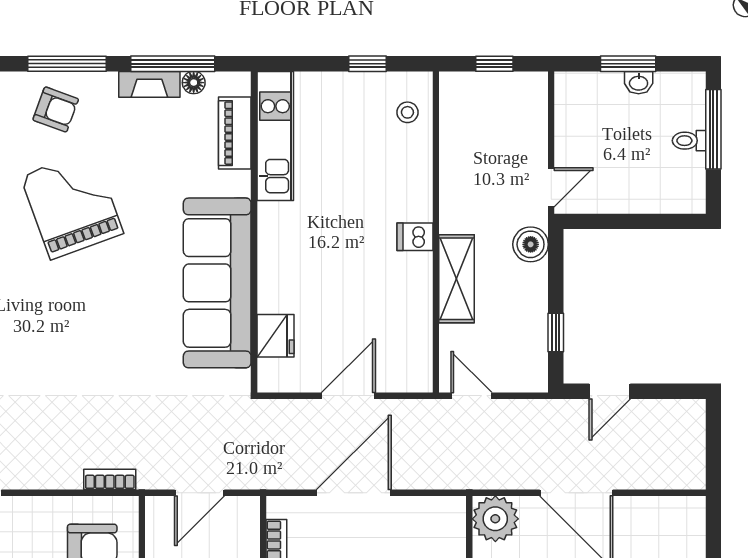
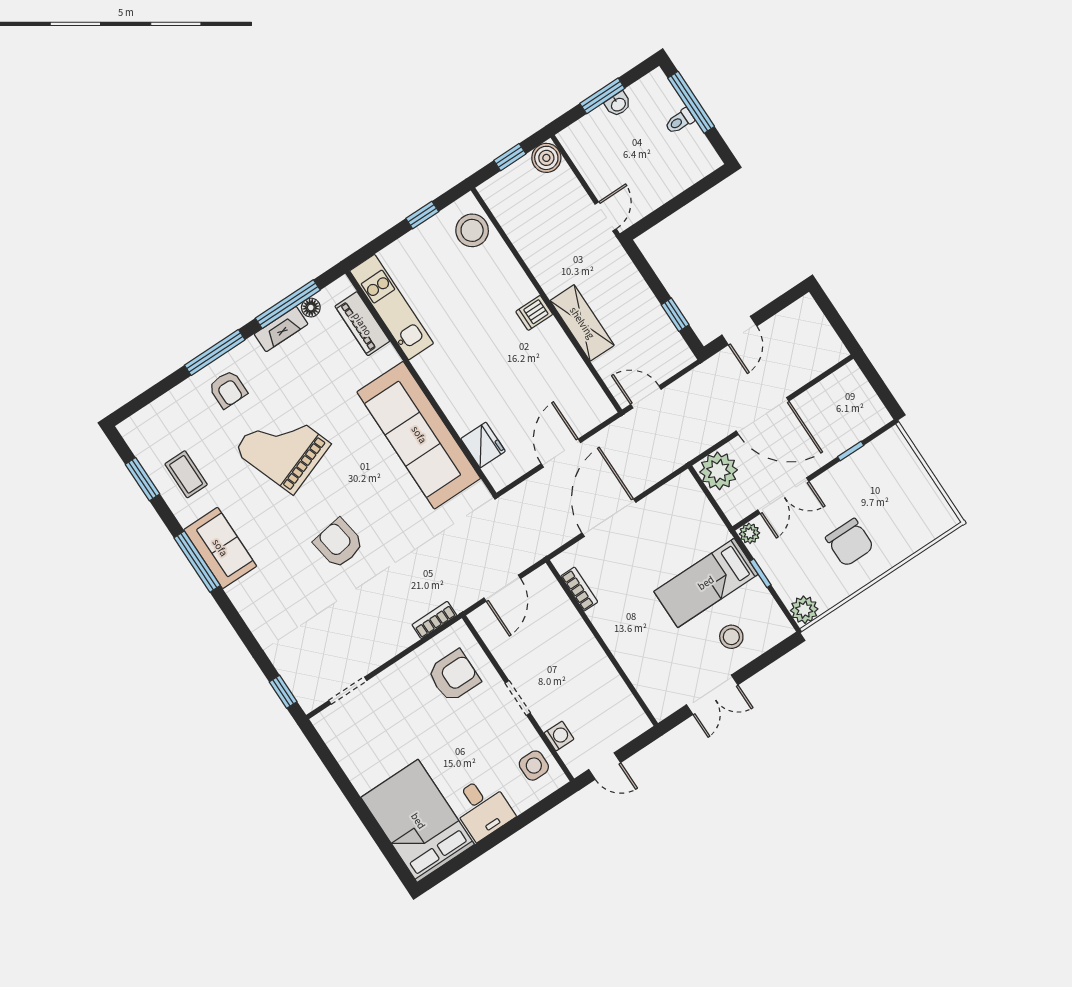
armchair: (56, 109) -> (228, 389), turned 70
stool: (407, 112) -> (472, 230), width x1.89, depth x1.89
boiler: (531, 244) -> (546, 158), moved
armchair: (65, 338) -> (339, 543), added

